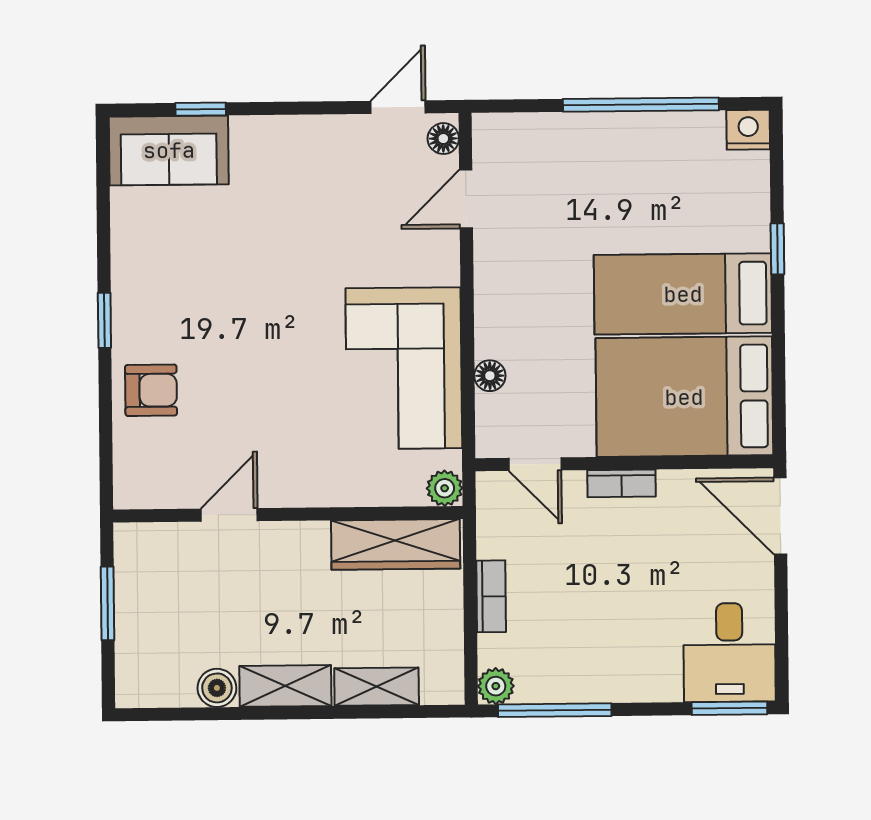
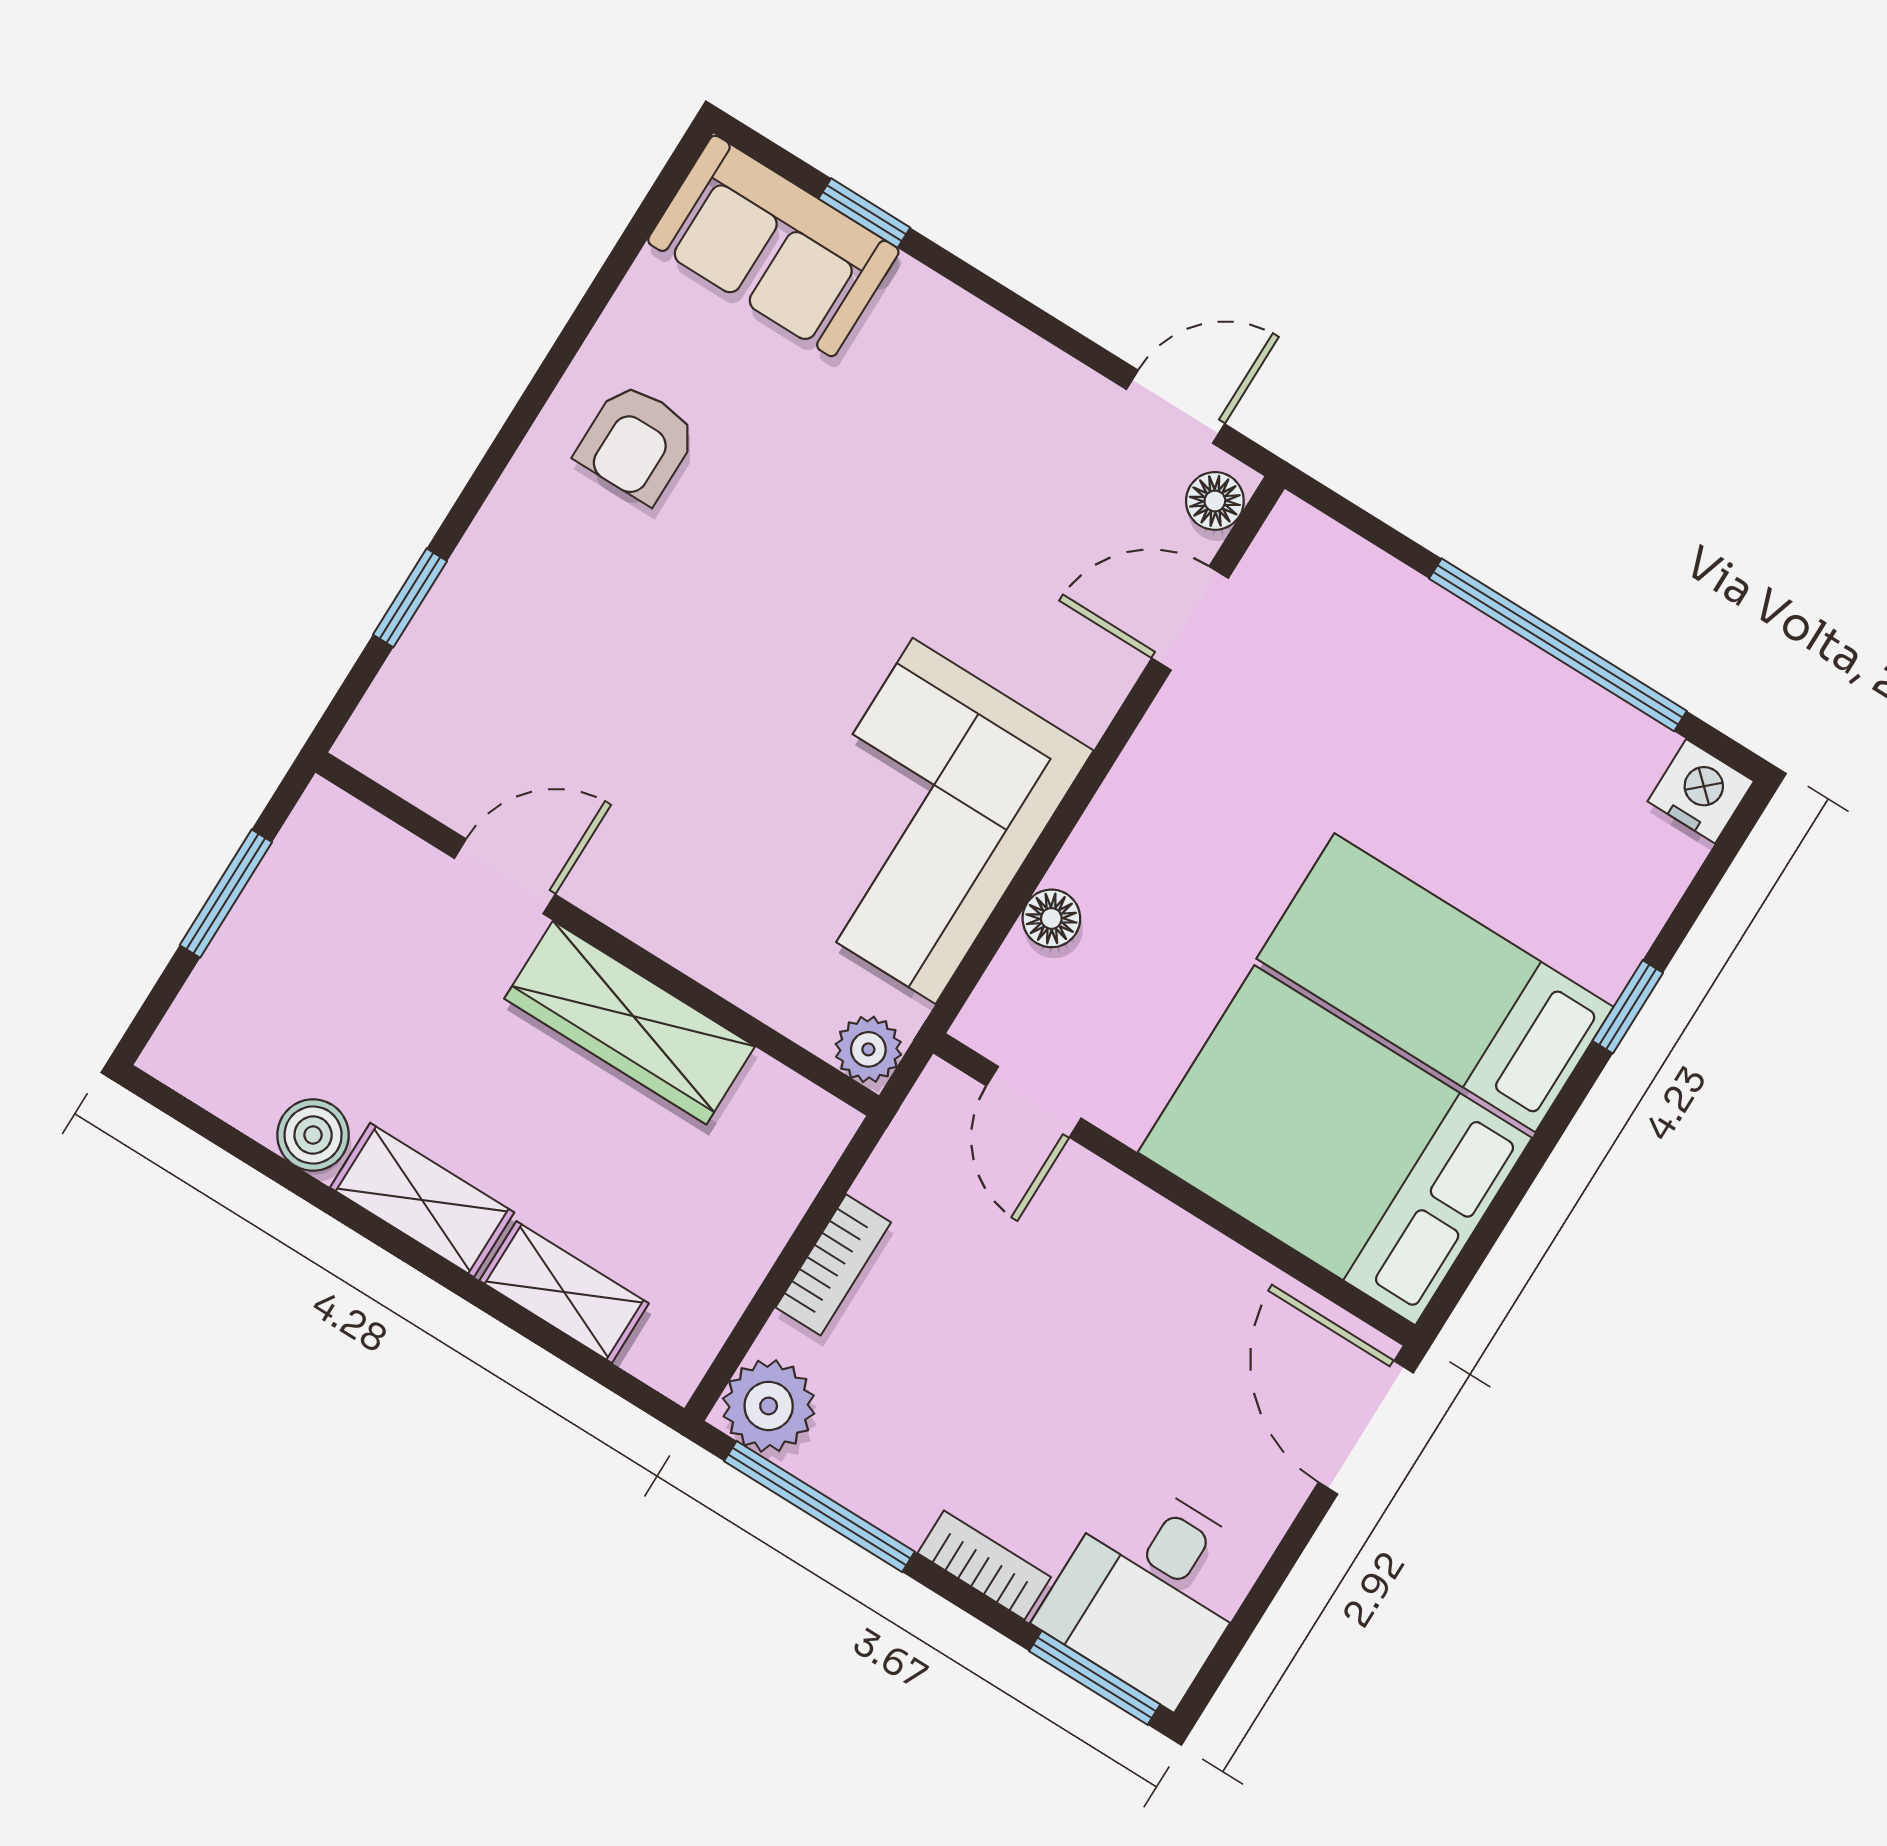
window: (104, 320) -> (410, 598), moved
armchair: (151, 390) -> (637, 443), moved, turned 90
bookcase: (621, 483) -> (984, 1565), moved, turned 180
wardrobe: (396, 544) -> (630, 1023), moved
plant: (496, 686) -> (769, 1406), width x1.38, depth x1.38

